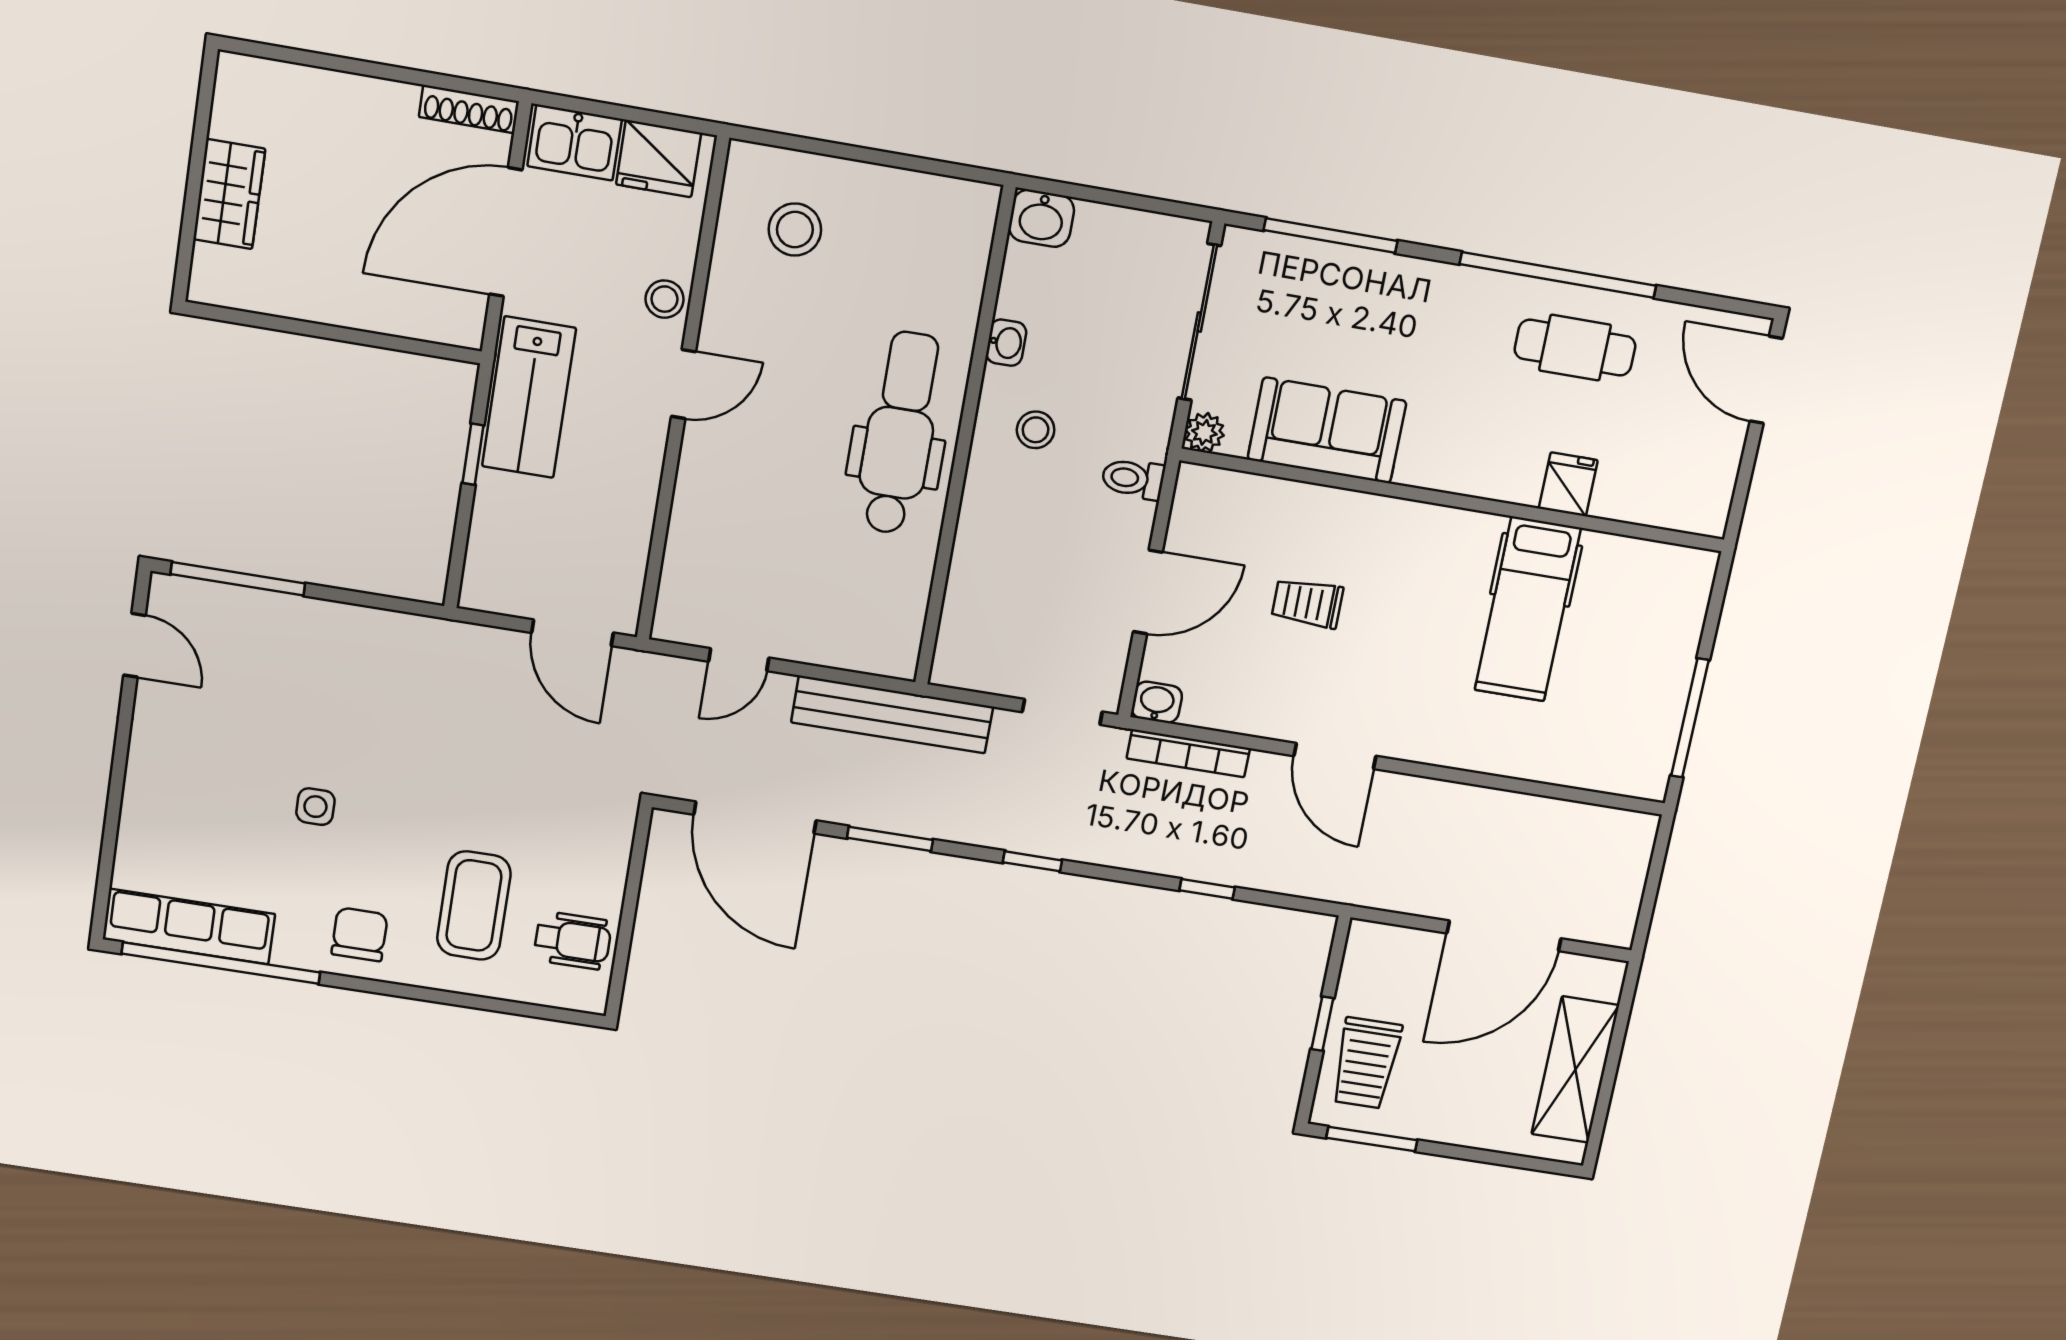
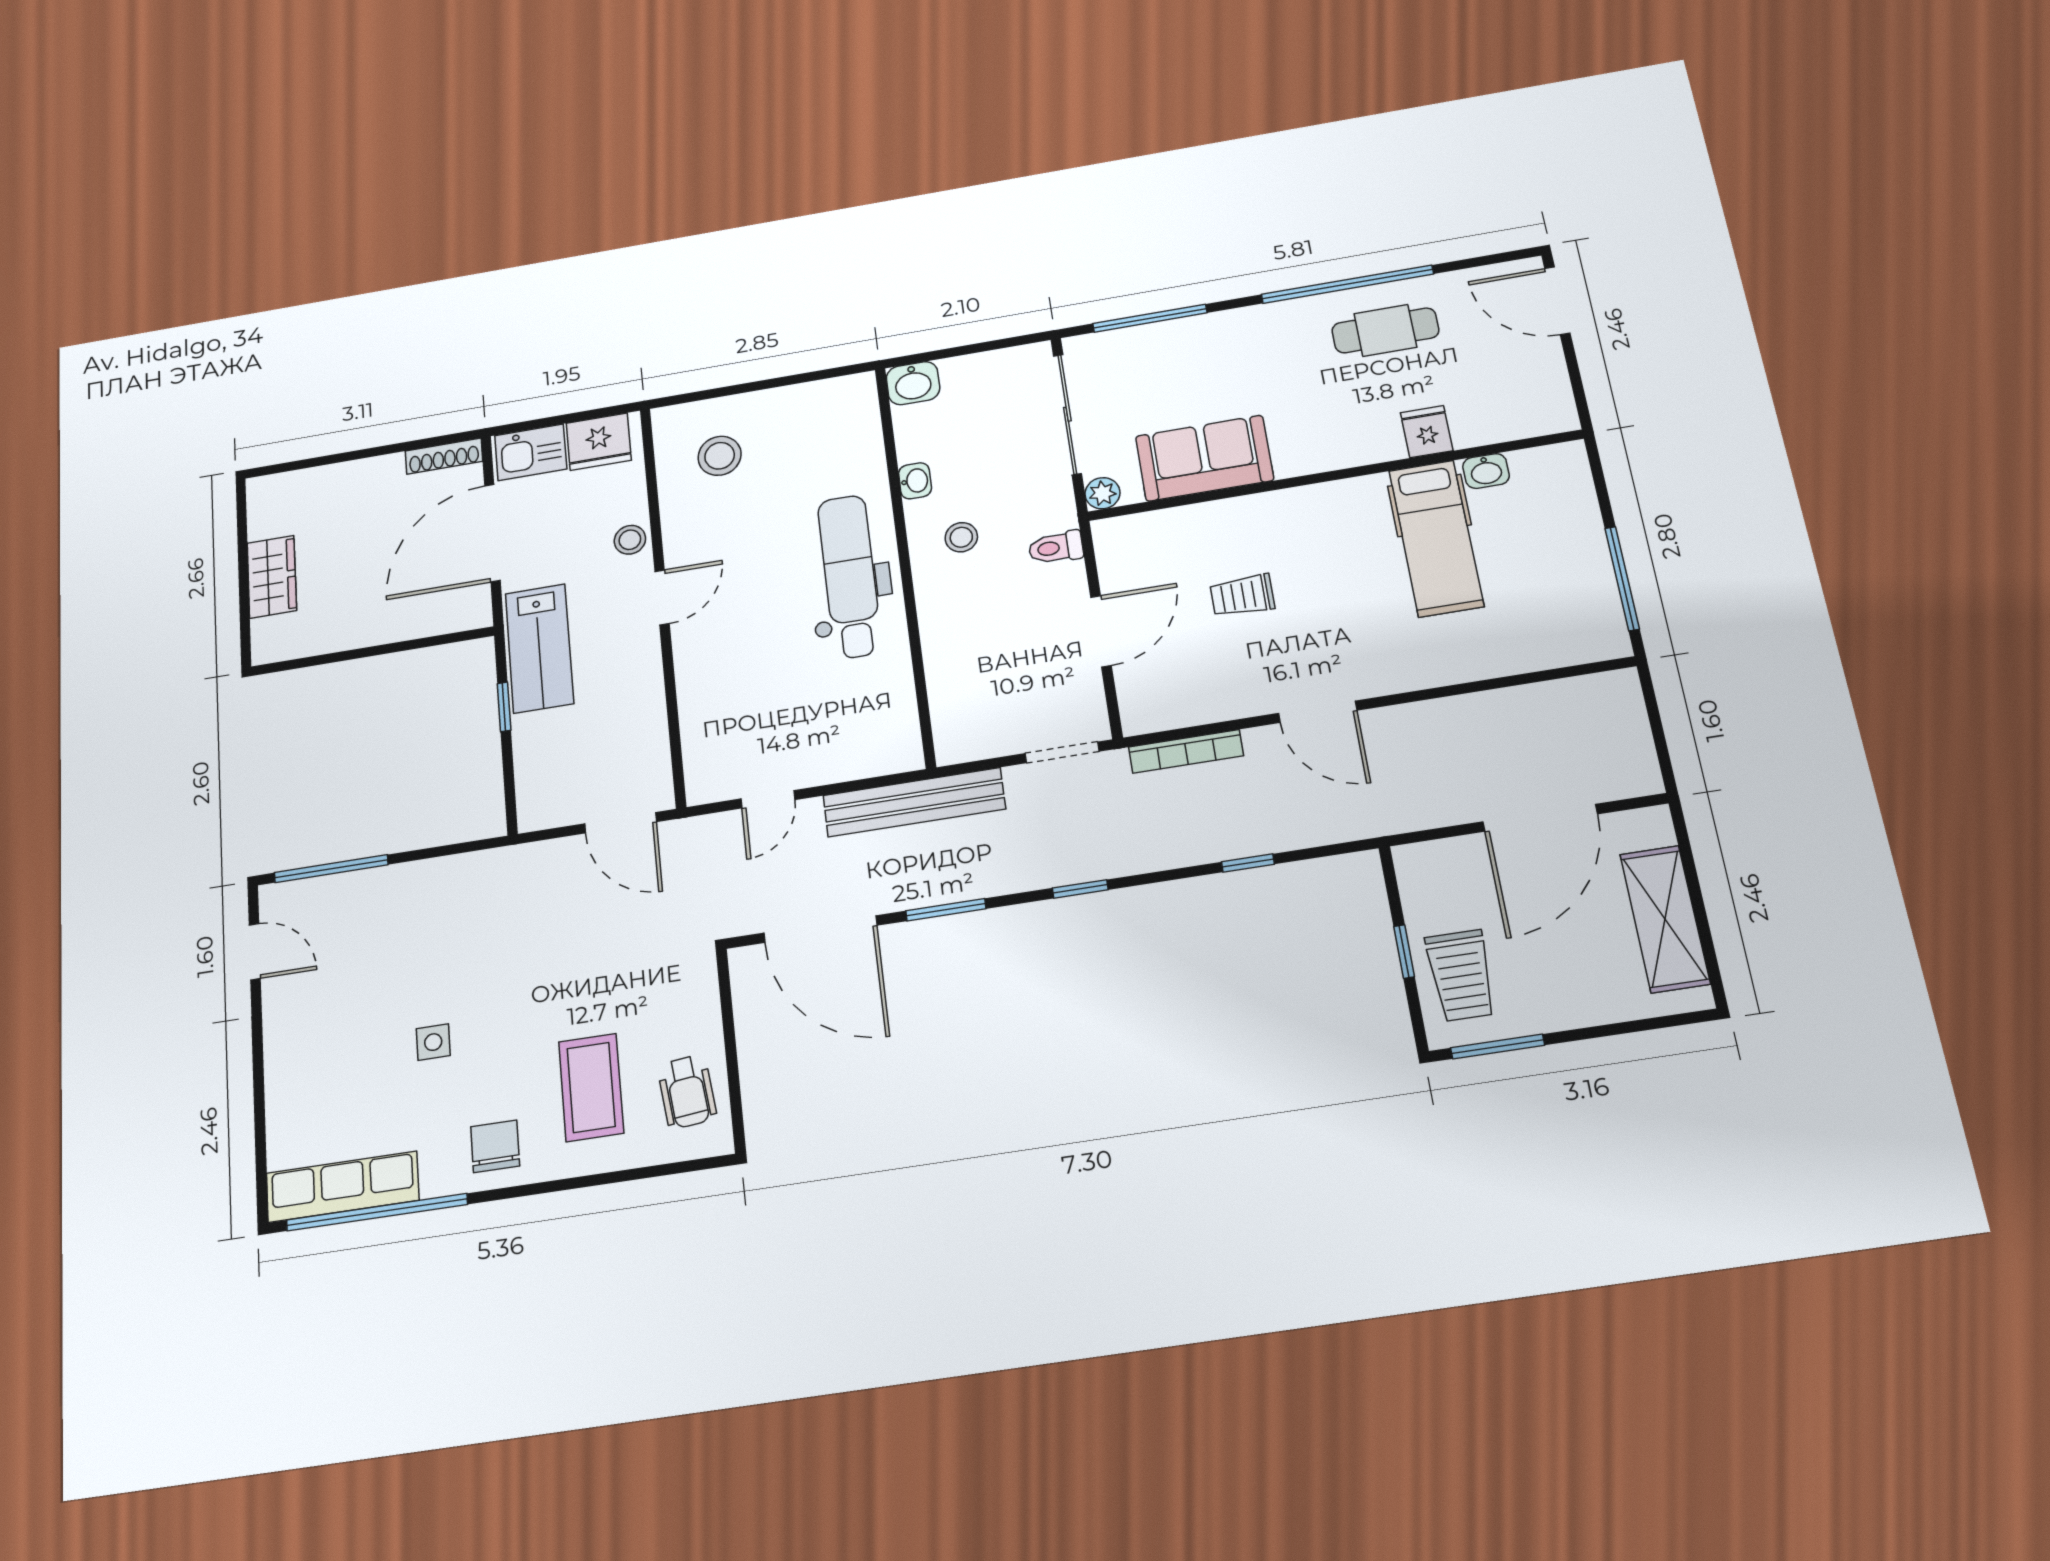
washbasin: (1157, 702) -> (1486, 471), moved, turned 180
wheelchair: (573, 940) -> (687, 1092), turned 84

